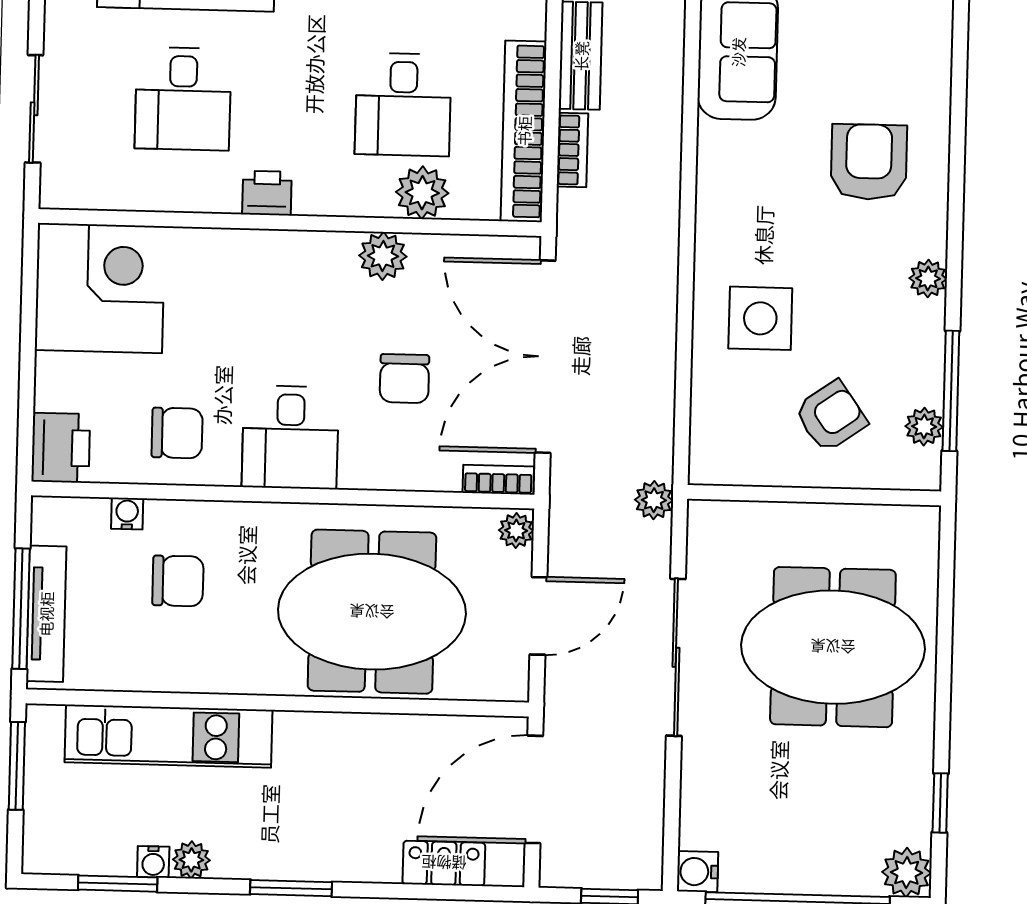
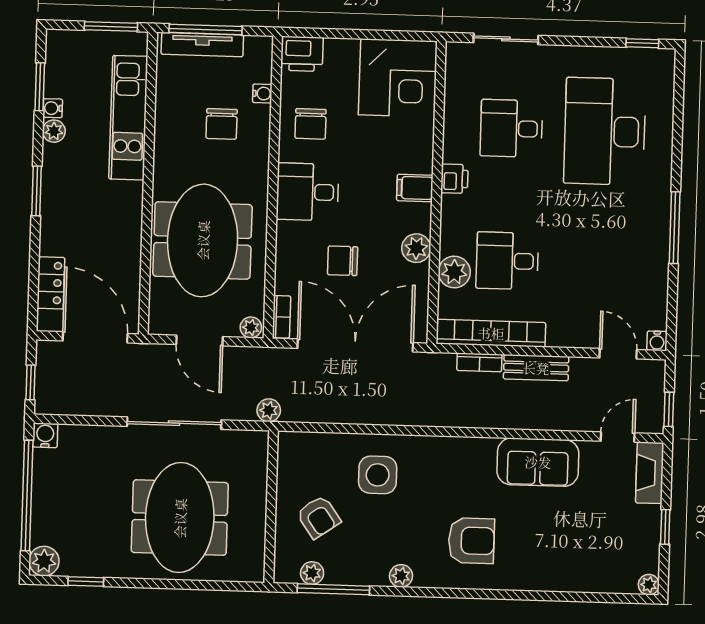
filing cabinet: (283, 259) -> (415, 188), added

